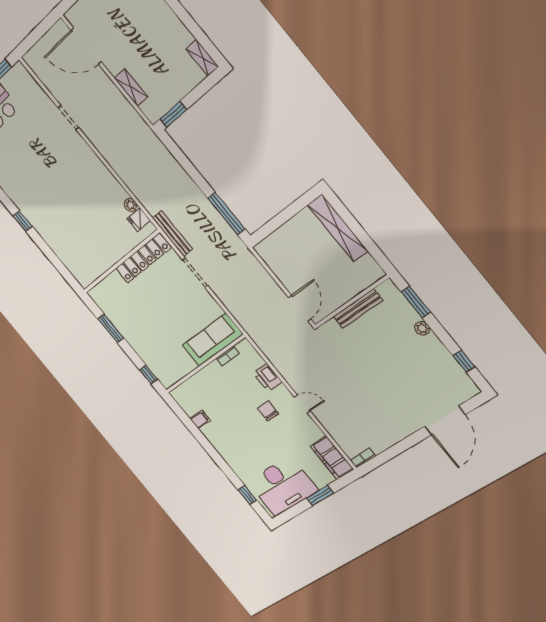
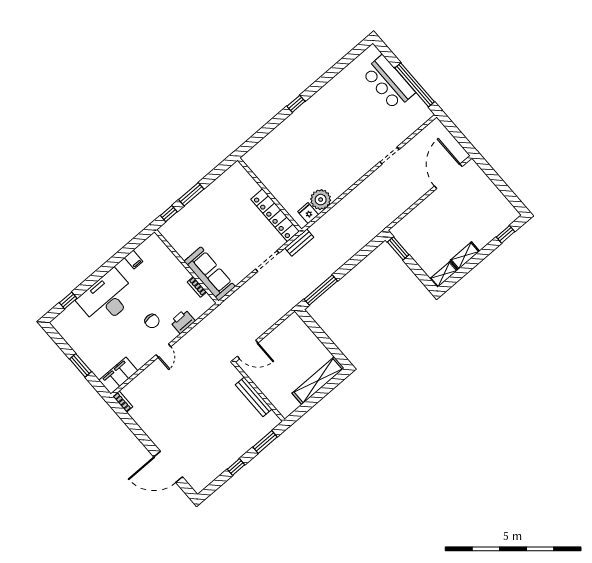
shelving: (131, 88) -> (465, 256), moved
plant: (130, 205) -> (321, 200), width x1.88, depth x1.88
bench: (173, 234) -> (299, 243), width x0.73
window: (111, 328) -> (191, 194), moved
plant: (422, 328) -> (244, 447), removed
window: (464, 361) -> (236, 467), moved
chair: (268, 411) -> (152, 321), turned 90
desk: (283, 486) -> (107, 298), moved, turned 90

